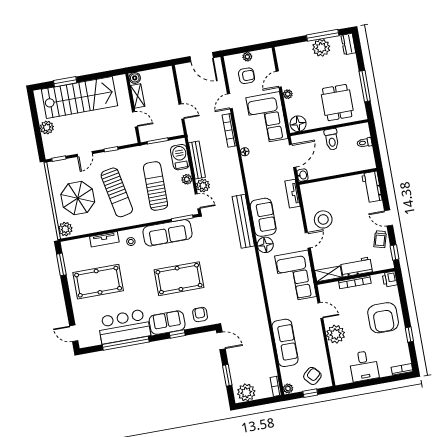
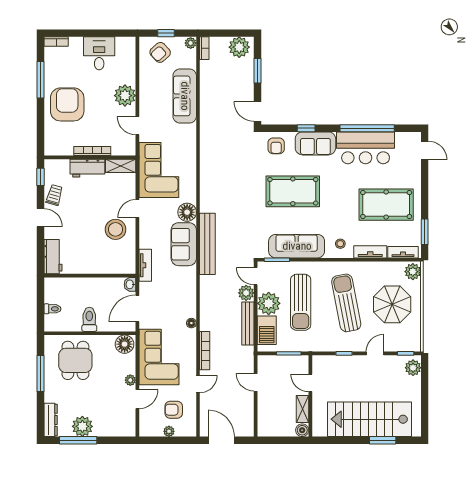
dresser: (348, 44) -> (51, 420), width x1.44
plant: (47, 128) -> (413, 368), moved
plant: (187, 179) -> (269, 303), width x1.88, depth x1.88
tv unit: (77, 244) -> (403, 252), added
printer: (390, 279) -> (52, 147), removed
window: (409, 335) -> (41, 80), width x2.17

